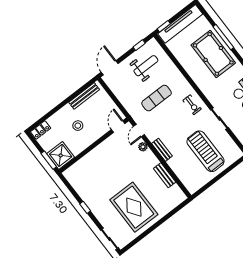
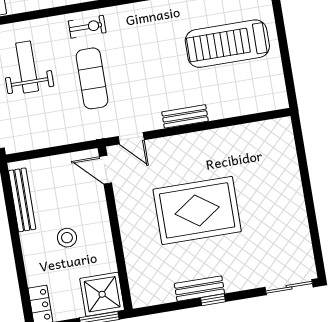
exercise bike: (192, 105) -> (87, 27), moved
plant: (143, 147) -> (163, 146), removed
bench: (165, 175) -> (199, 289), moved
rug: (134, 207) -> (197, 210), moved

